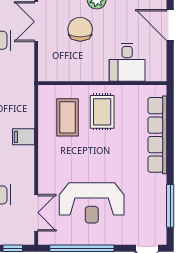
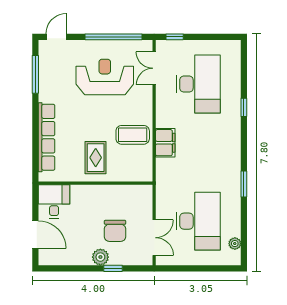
desk: (127, 62) -> (54, 201), moved
coffee table: (67, 117) -> (133, 135), moved, turned 90
filing cabinet: (24, 137) -> (165, 143), width x2.00

